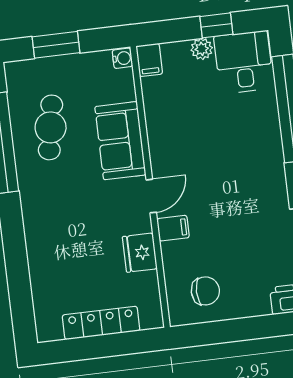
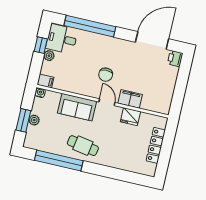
plant: (64, 66) -> (34, 120), added
cafe table: (51, 127) -> (83, 146), moved
filing cabinet: (173, 228) -> (130, 99), width x2.00
chair: (205, 291) -> (106, 75), moved, turned 180

